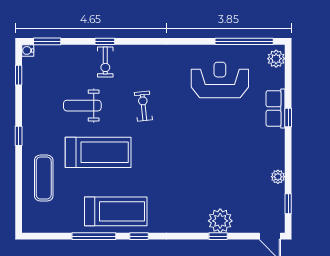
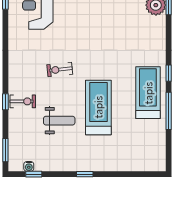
water cooler: (28, 50) -> (29, 166), moved
weight bench: (82, 106) -> (59, 121), turned -90
exercise mat: (44, 178) -> (120, 153), removed

